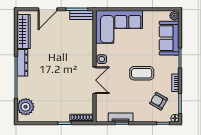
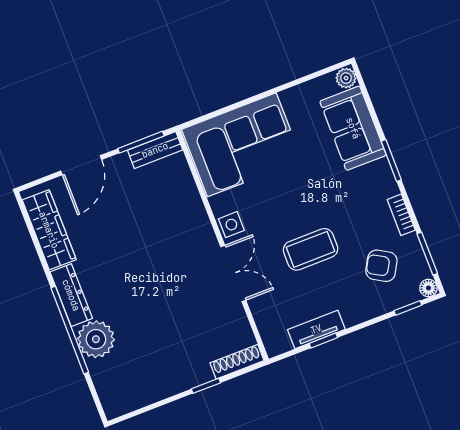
coffee table: (142, 73) -> (311, 249), moved
plant: (26, 107) -> (96, 339), moved

